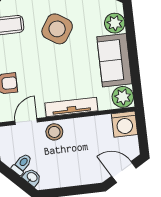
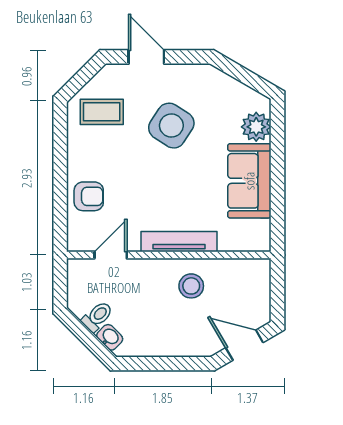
plant: (123, 97) -> (255, 236), removed
washing machine: (125, 124) -> (254, 275), removed
stool: (54, 132) -> (191, 286), moved

